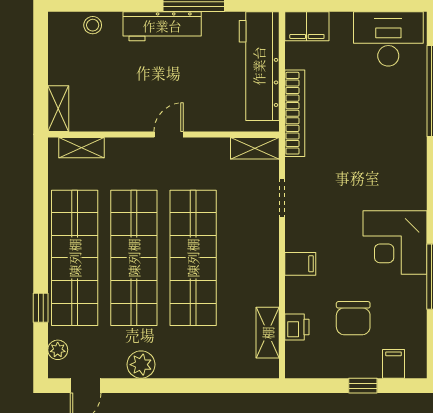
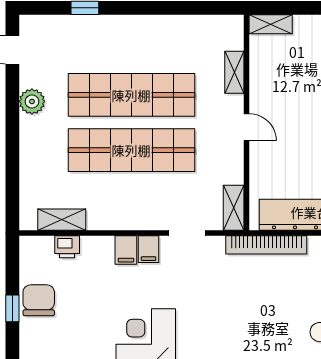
shelving: (81, 148) -> (234, 72), moved
shop shelf: (75, 258) -> (131, 40), removed
chair: (353, 318) -> (39, 300), moved, turned 90
plant: (58, 350) -> (46, 24), removed
filing cabinet: (394, 364) -> (149, 249), moved, turned 90

